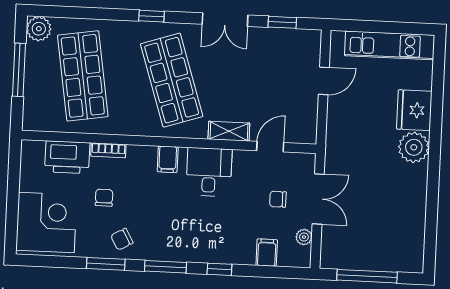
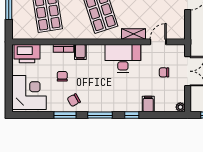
printer: (67, 157) -> (27, 54), moved
filing cabinet: (168, 159) -> (80, 52), moved
desk: (209, 172) -> (123, 58), width x1.37
plant: (304, 237) -> (180, 107), moved
filing cabinet: (267, 253) -> (148, 104), moved

